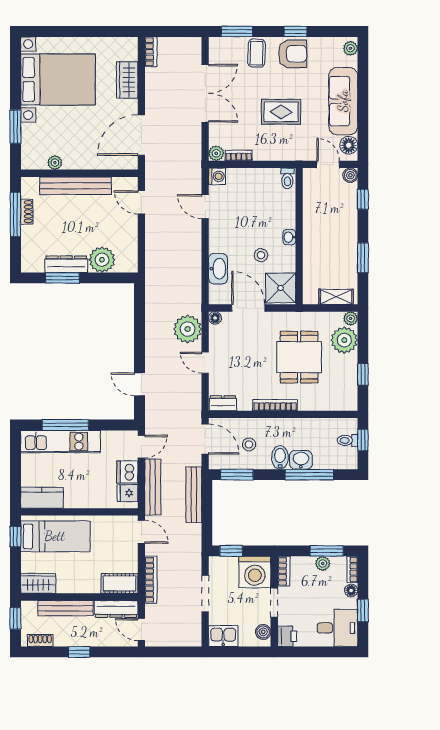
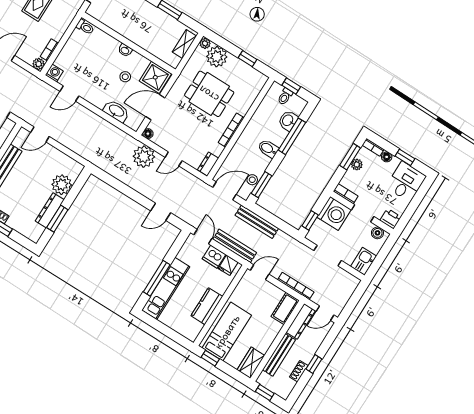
stool: (249, 444) -> (252, 180), moved
washbasin: (301, 460) -> (288, 121), moved
kitchen counter: (42, 498) -> (207, 306), moved
shoe rack: (40, 641) -> (299, 371), moved

